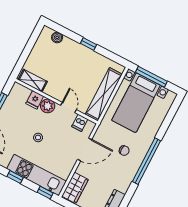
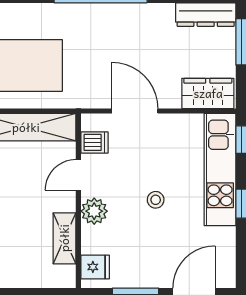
shelving: (33, 81) -> (64, 238), moved
fridge: (35, 100) -> (95, 267), moved
chair: (124, 151) -> (102, 43), removed

